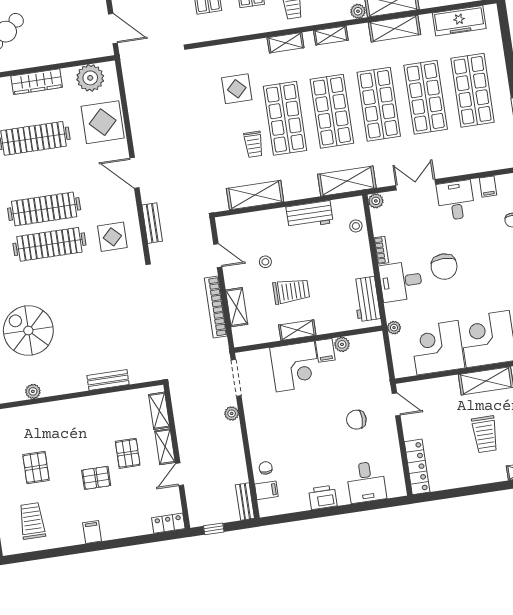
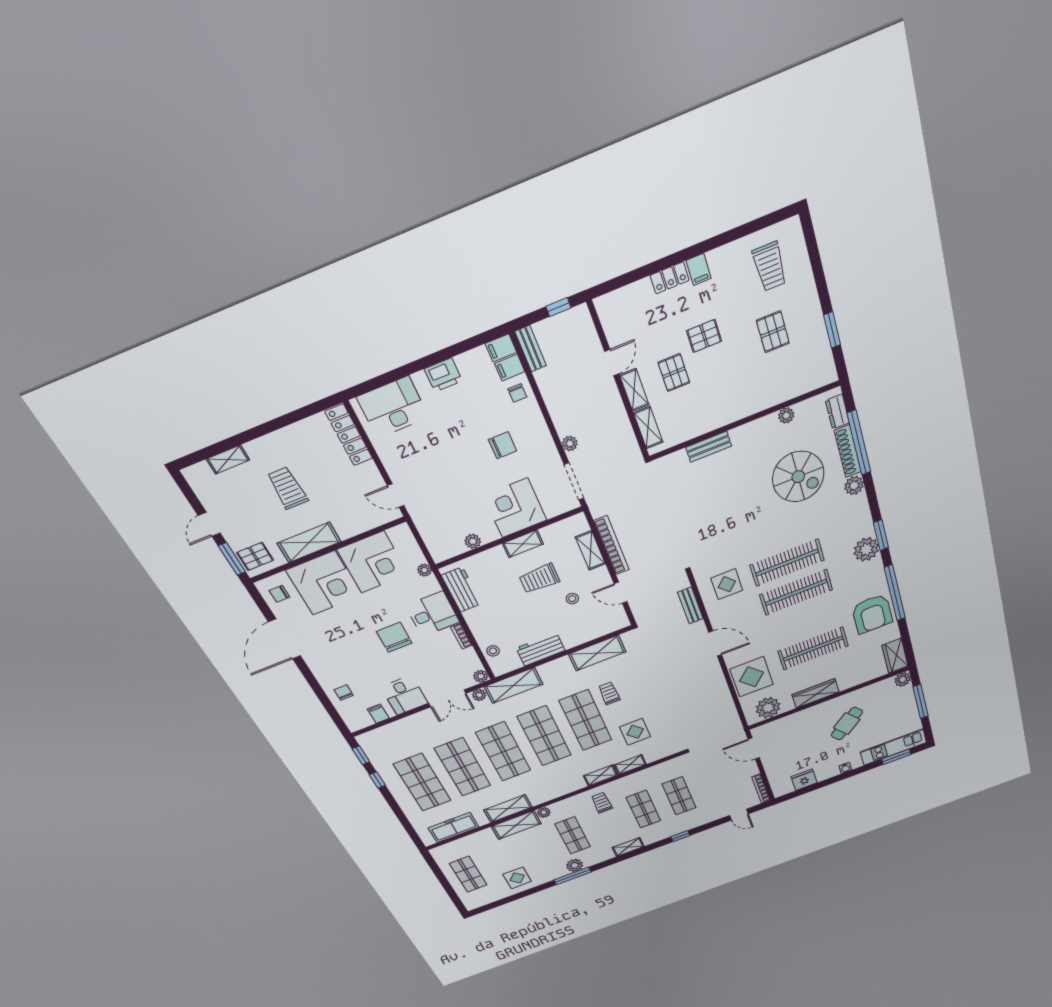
shelving: (331, 35) -> (630, 765), moved
plant: (384, 180) -> (479, 695), added
filing cabinet: (325, 350) -> (501, 348), moved, turned -90
chair: (356, 420) -> (502, 445), moved
desk: (366, 482) -> (393, 407), width x1.37
locker: (168, 523) -> (670, 278), moved

